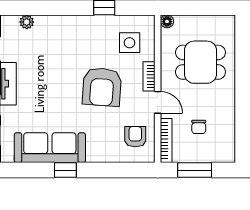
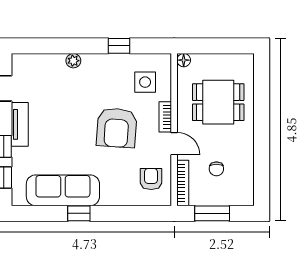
plant: (27, 22) -> (73, 61), moved

